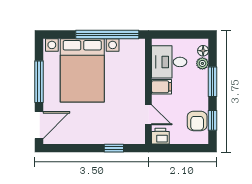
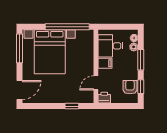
window: (39, 82) -> (19, 48), moved
door: (148, 115) -> (96, 83), swing flipped
armchair: (197, 121) -> (130, 87), turned 180

